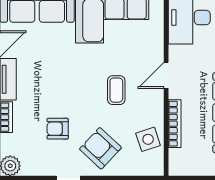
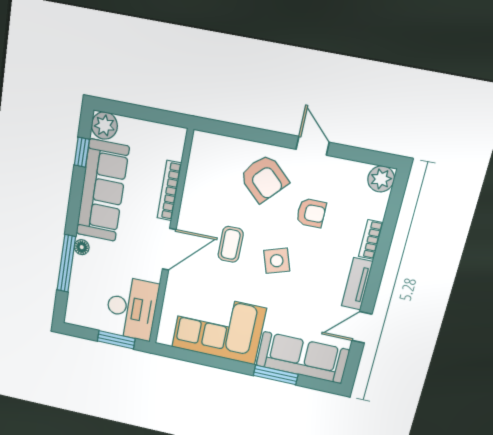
door: (166, 75) -> (169, 249), width x1.37
side table: (148, 139) -> (277, 261), moved

